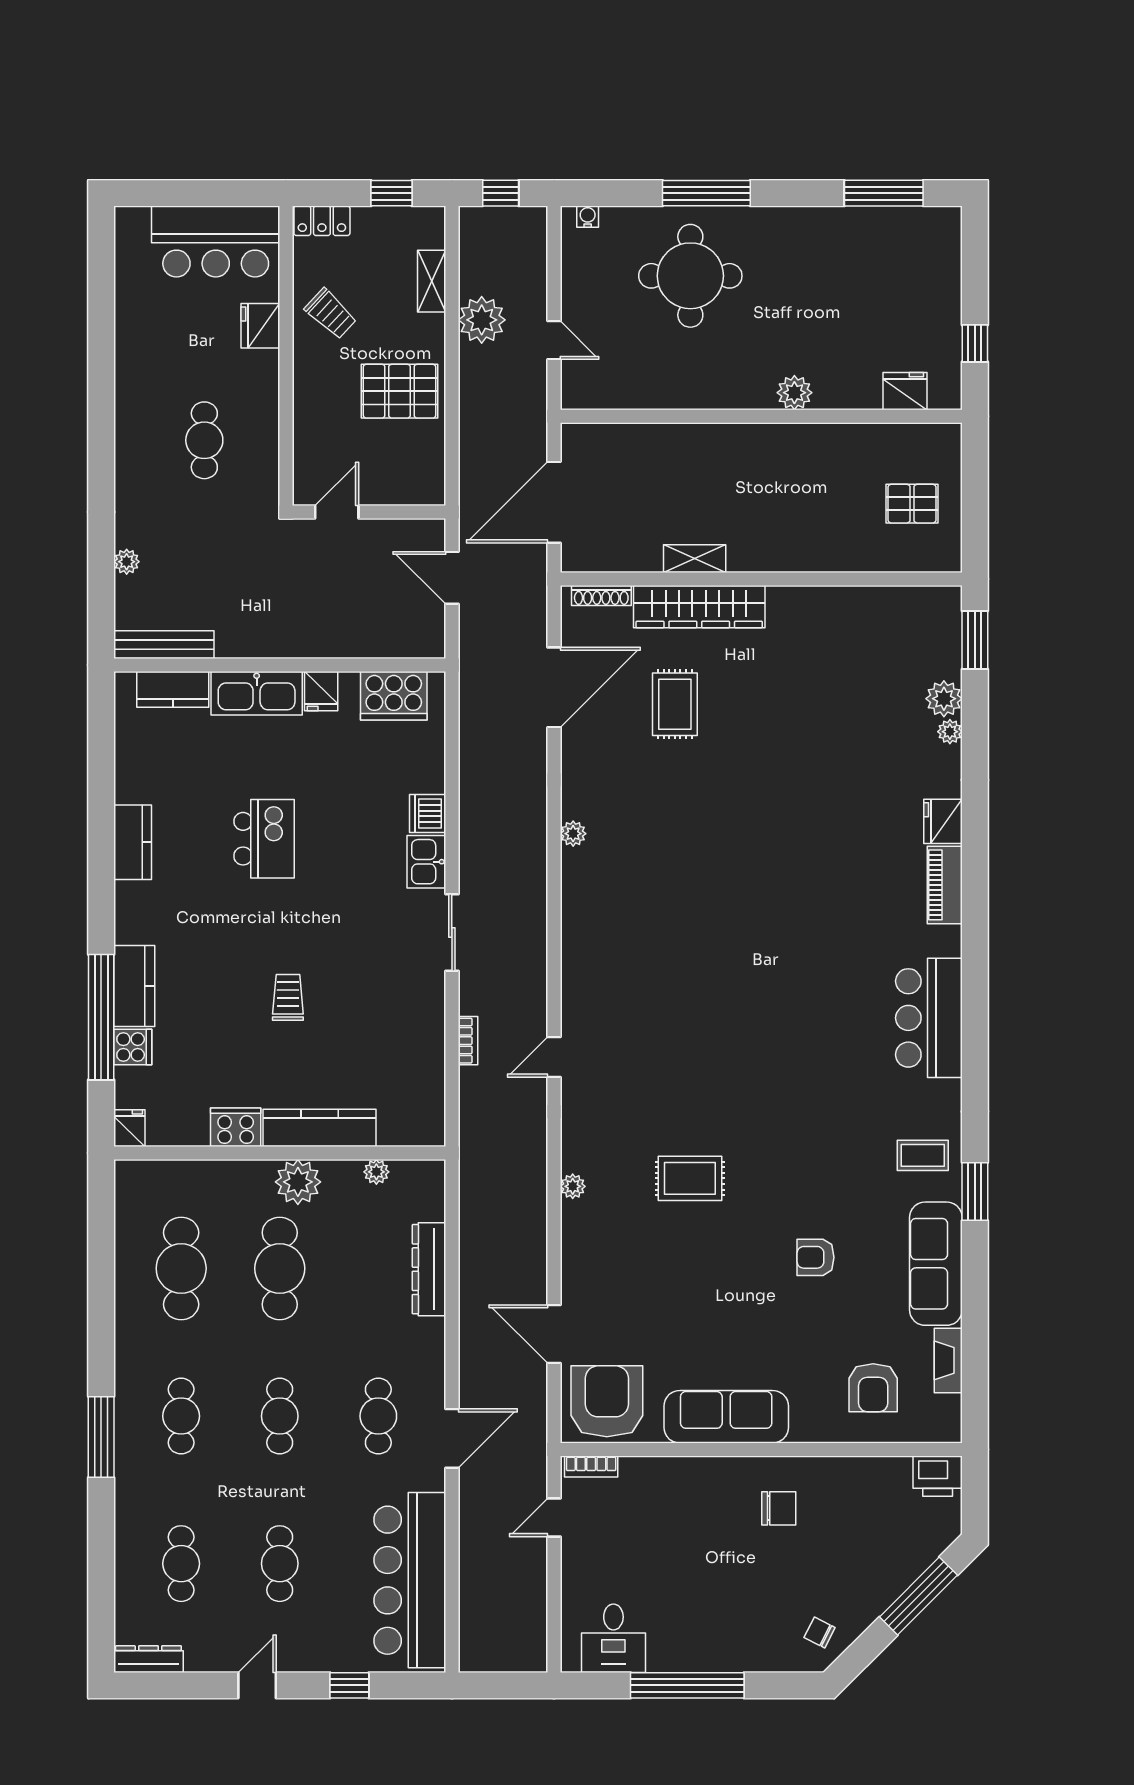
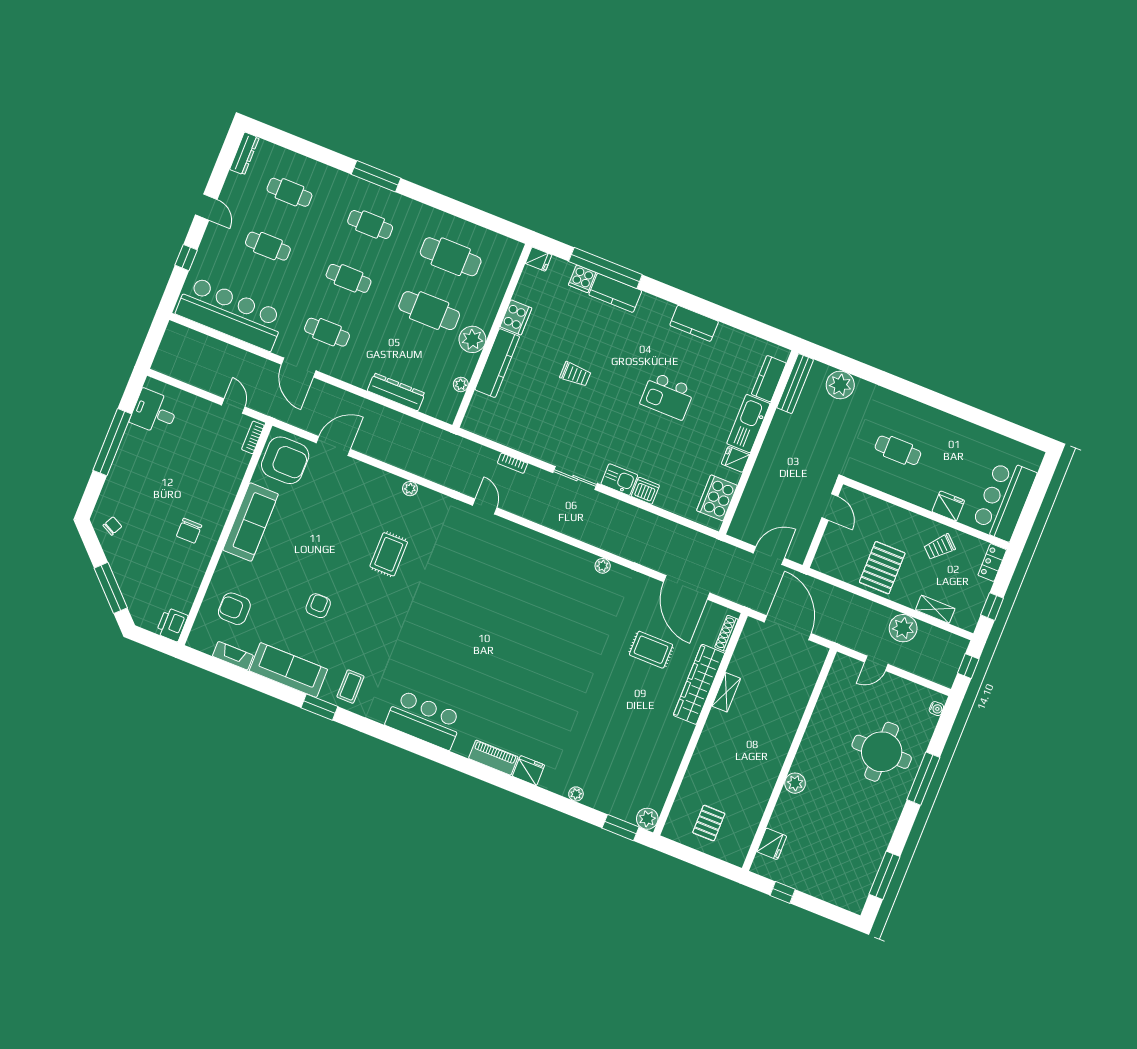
plant: (127, 562) -> (840, 385), width x1.87, depth x1.87
plant: (944, 699) -> (647, 819), moved

